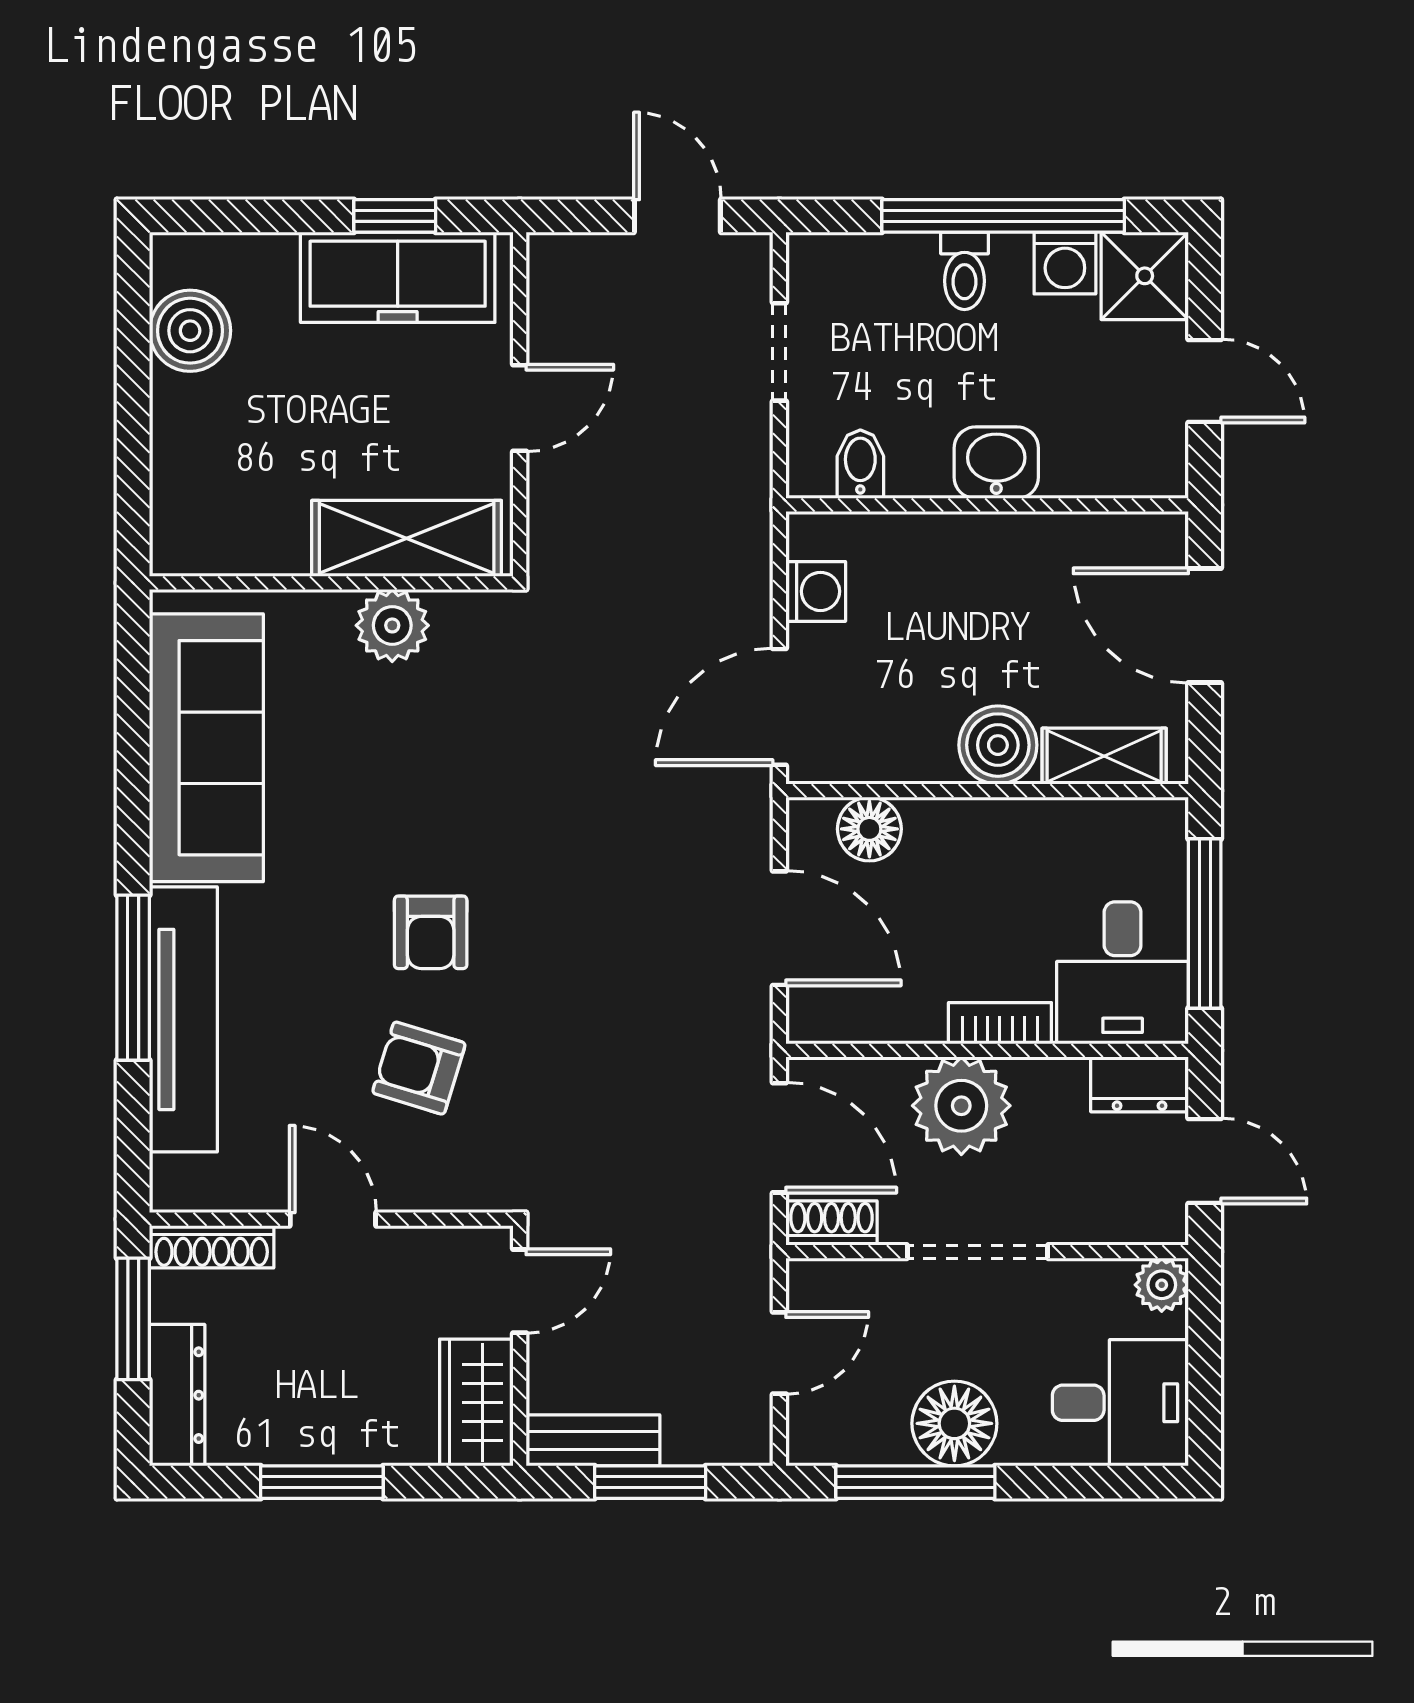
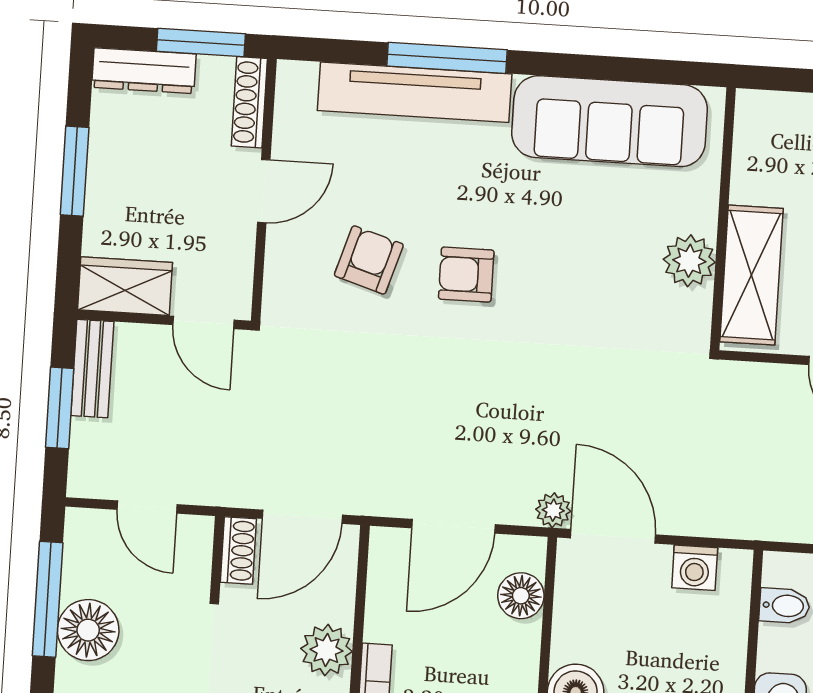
plant: (748, 792) -> (553, 510), added
plant: (961, 1106) -> (326, 650), width x0.73, depth x0.73

